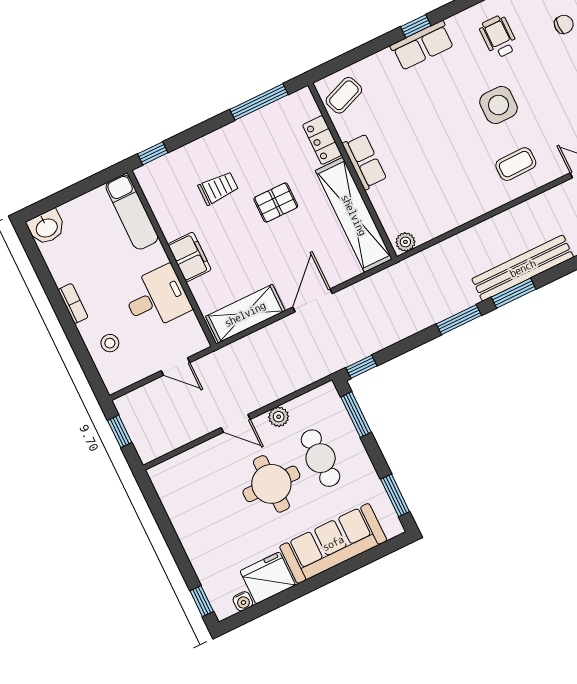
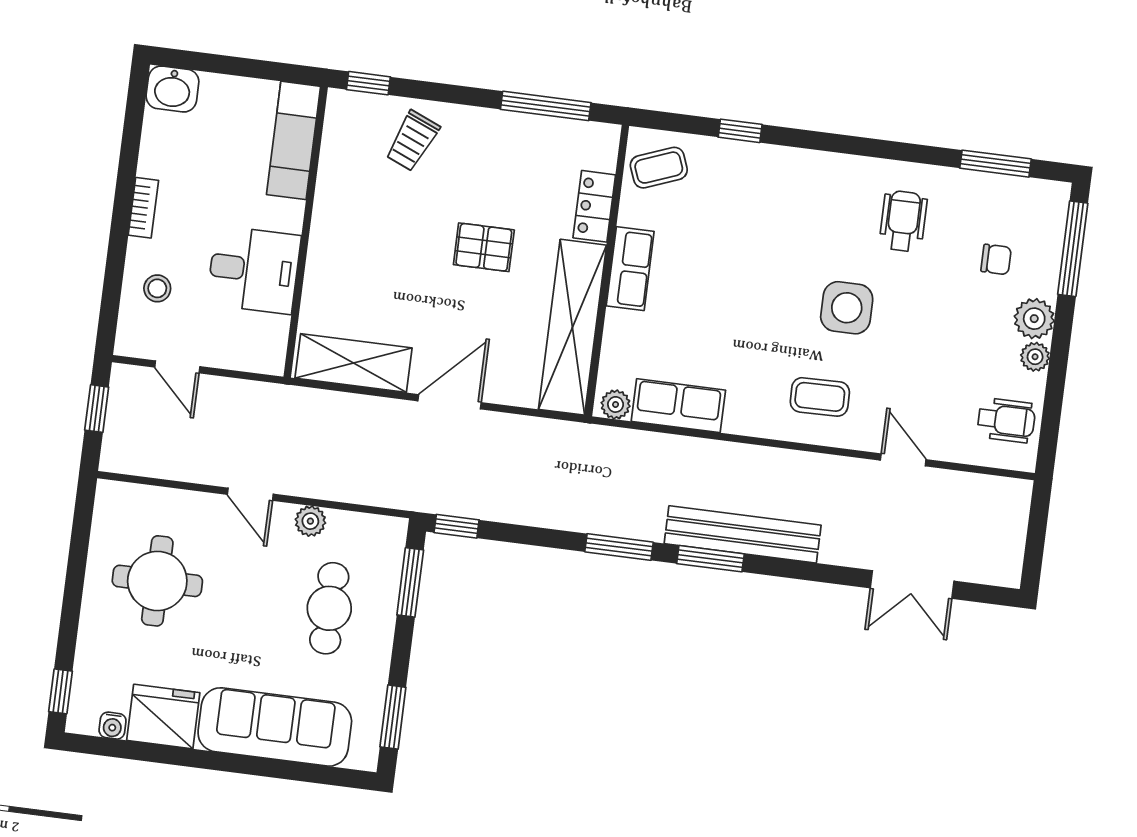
window: (416, 26) -> (740, 131), moved
row of seats: (422, 45) -> (678, 406), moved, turned 180
trolley: (218, 188) -> (412, 141), moved, turned 113
filing cabinet: (190, 257) -> (329, 245), removed
door: (176, 367) -> (177, 367), moved
round table: (271, 484) -> (157, 581), moved

